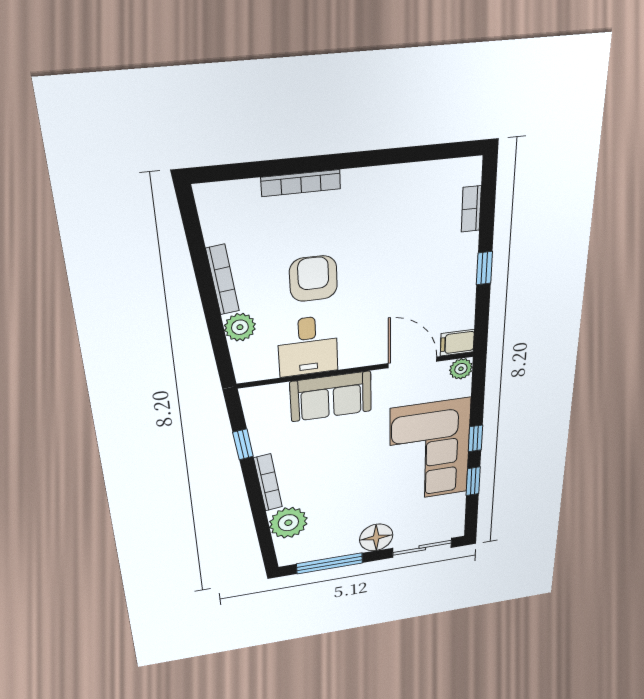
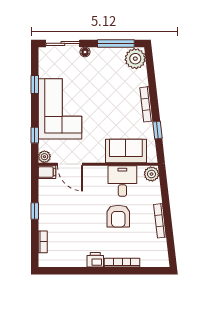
printer: (360, 183) -> (95, 260), added
plant: (240, 327) -> (151, 174), moved
sofa: (331, 396) -> (126, 151), moved
window: (475, 438) -> (35, 135), moved
plant: (288, 523) -> (135, 59), moved
floor lamp: (376, 537) -> (85, 52), width x0.53, depth x0.53

